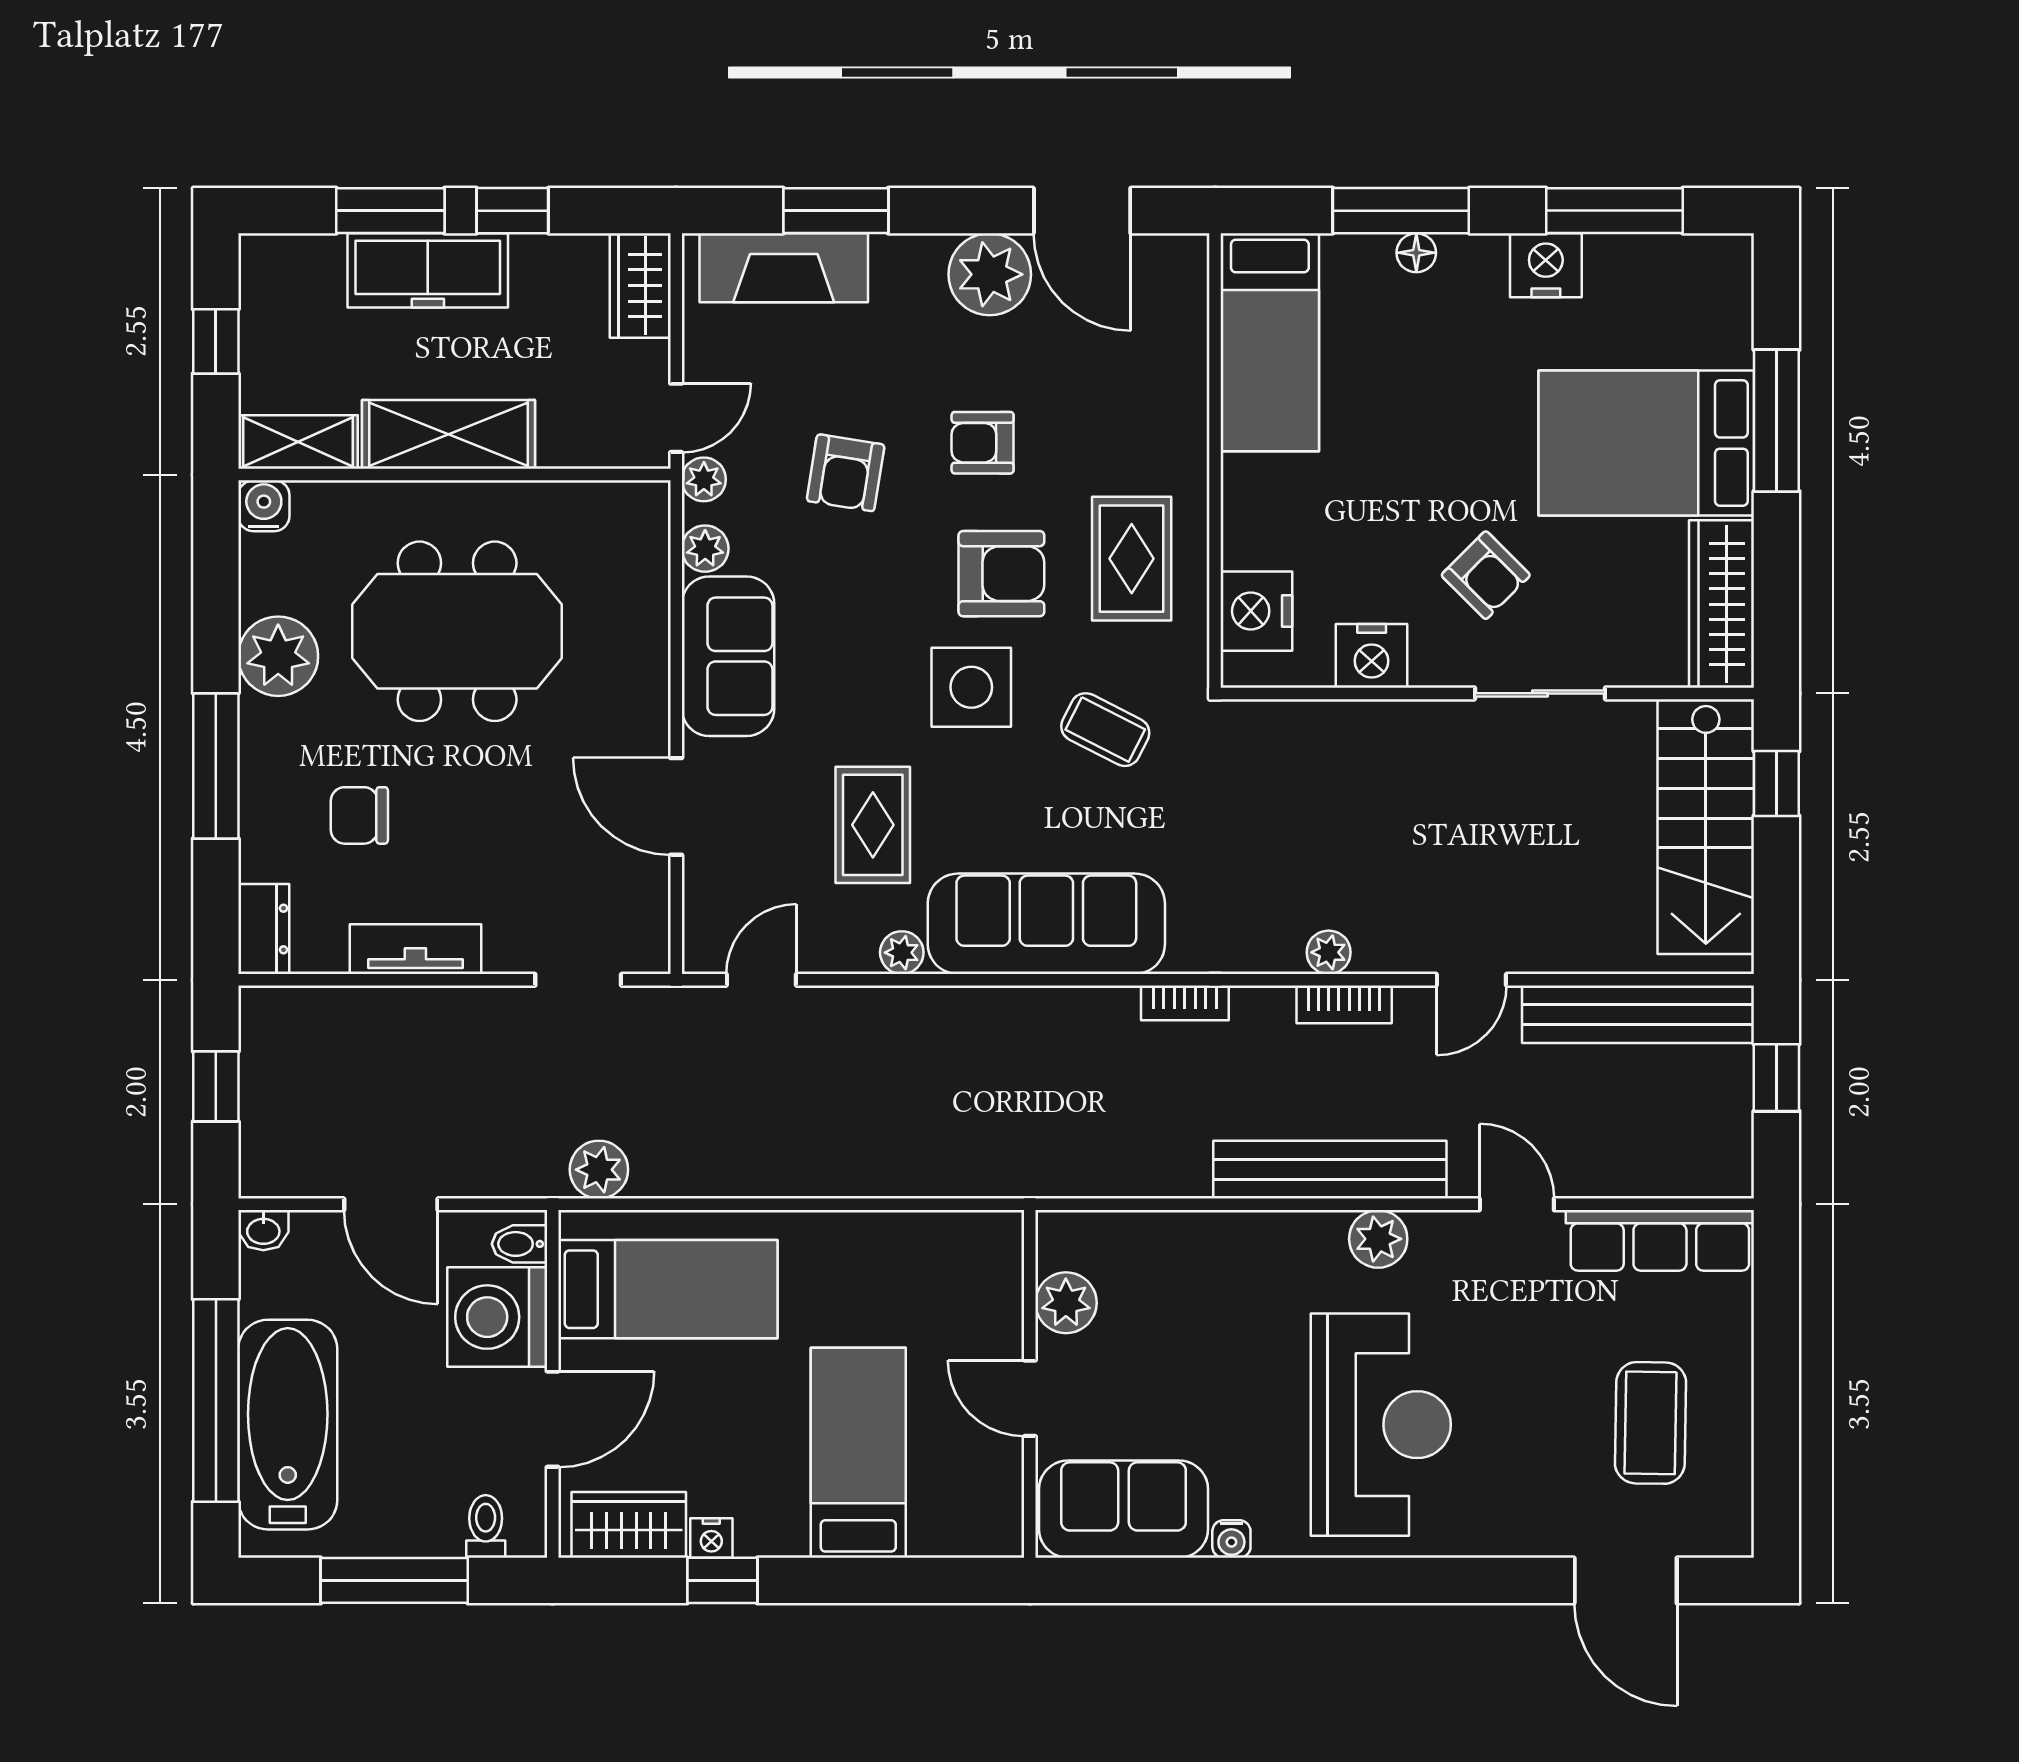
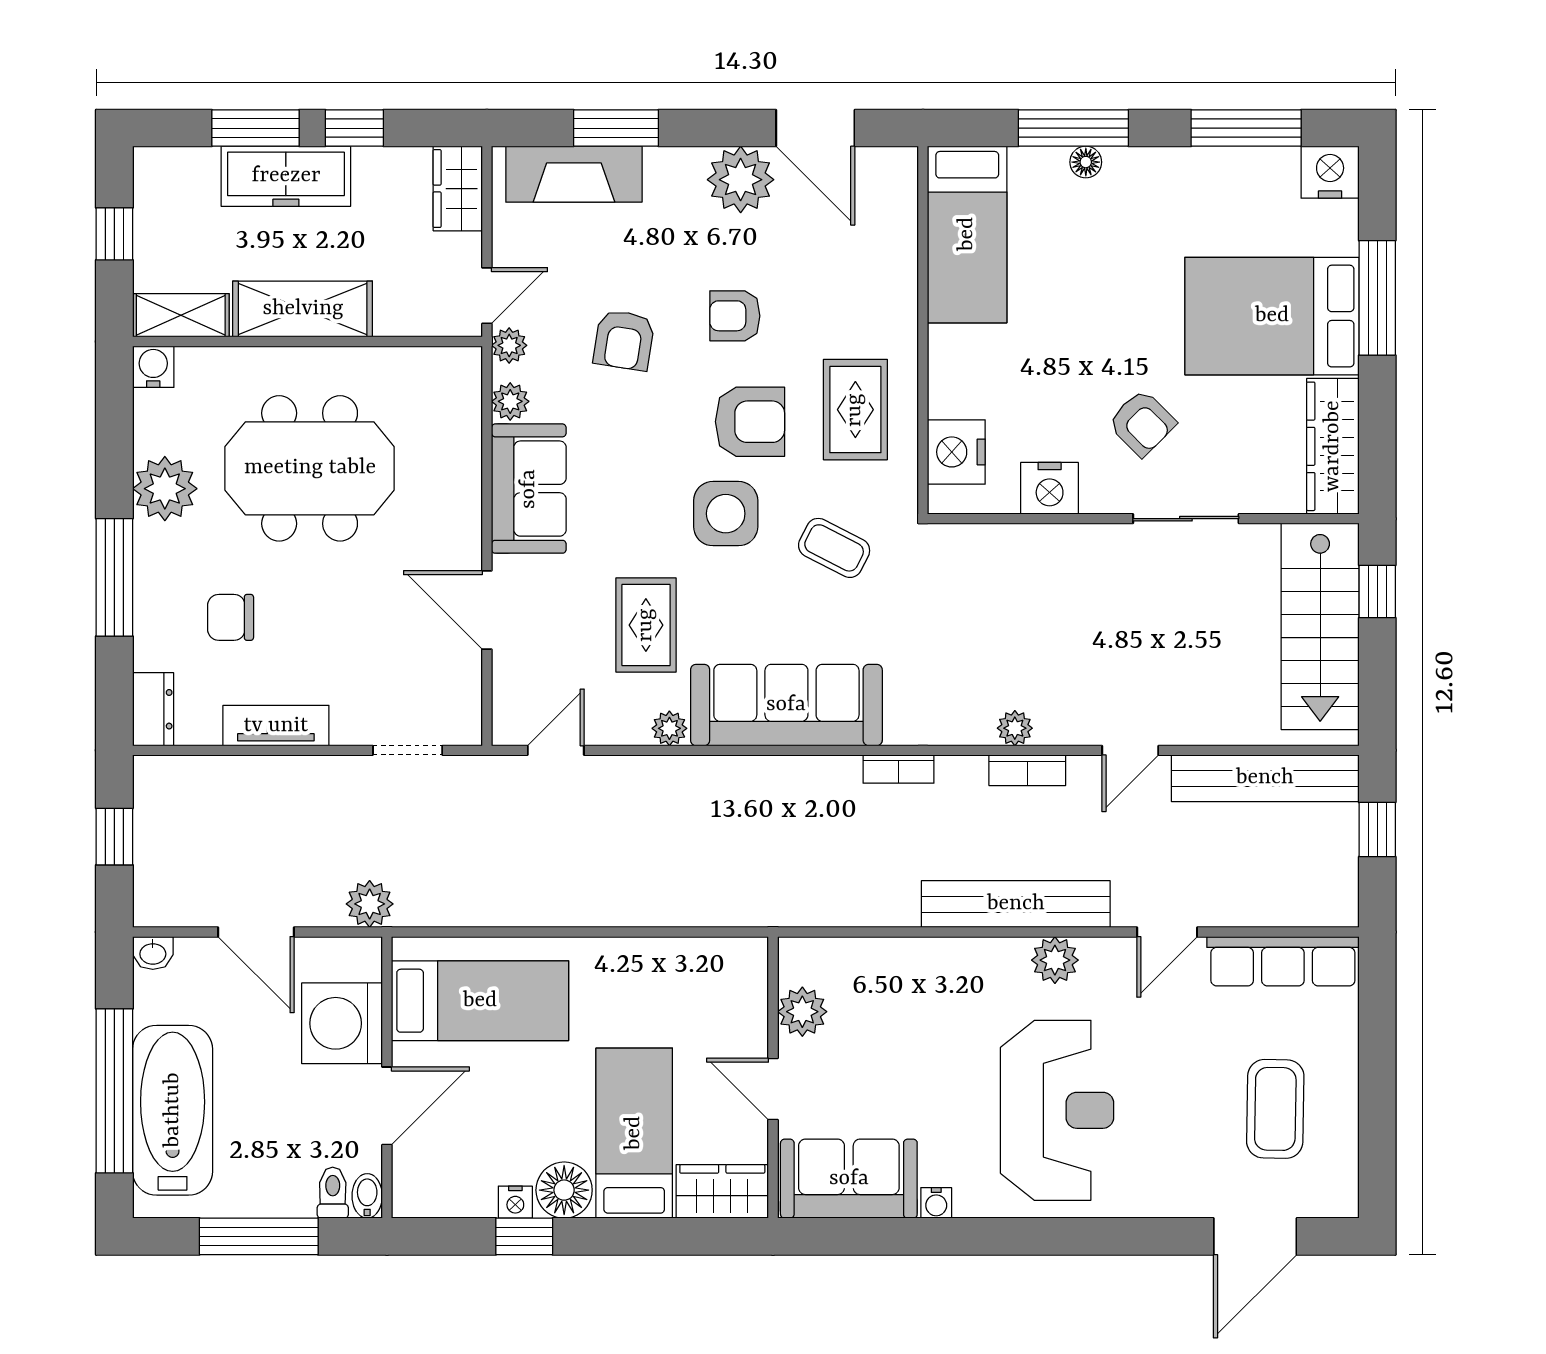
nightstand: (1546, 265) -> (1330, 172), moved
plant: (599, 1170) -> (370, 904), moved
door: (1517, 1204) -> (1167, 932), swing flipped
bidet: (519, 1244) -> (367, 1196), moved, turned 90
floor lamp: (772, 1523) -> (564, 1190), added
wardrobe: (629, 1525) -> (722, 1191), moved
door: (1626, 1580) -> (1255, 1236), hinge flipped

